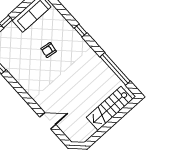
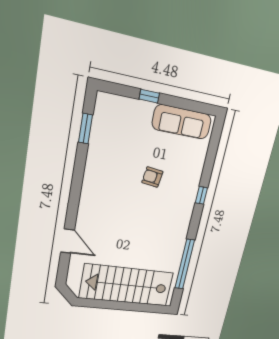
stairs: (109, 108) -> (127, 285), width x1.36, depth x1.51

